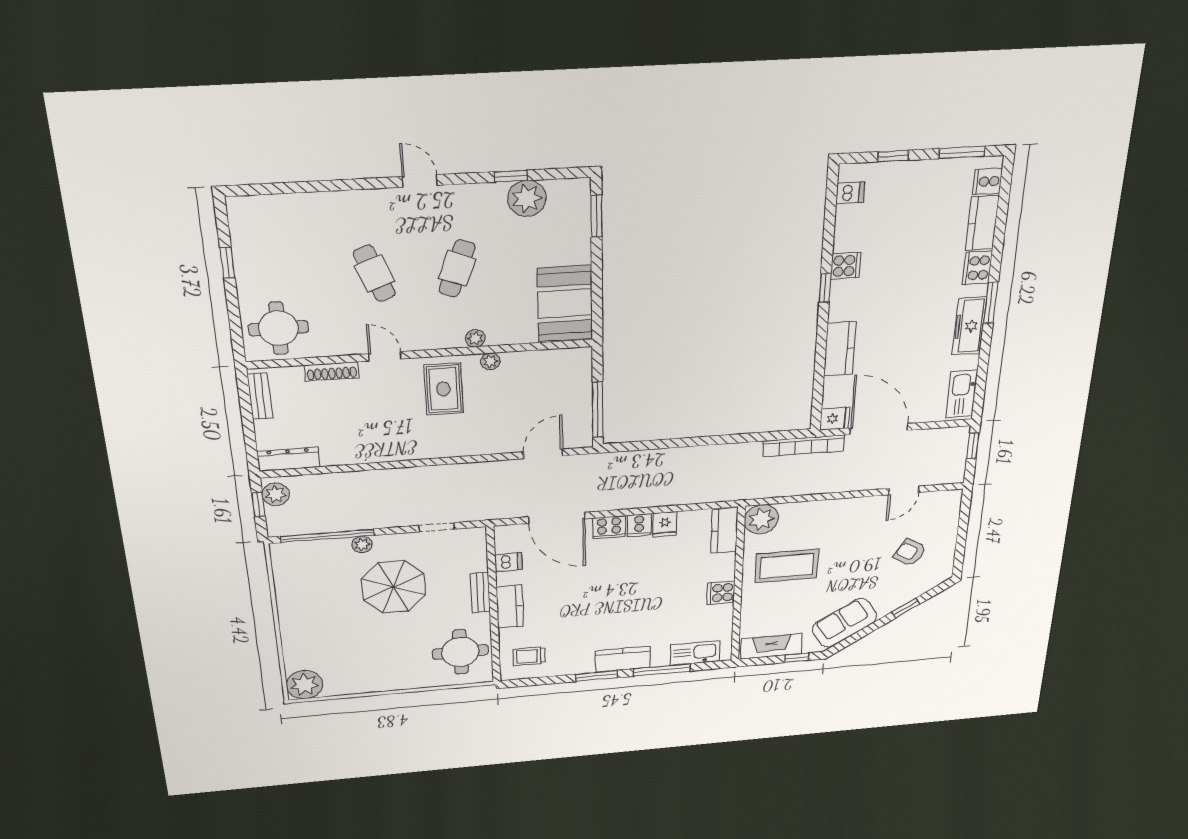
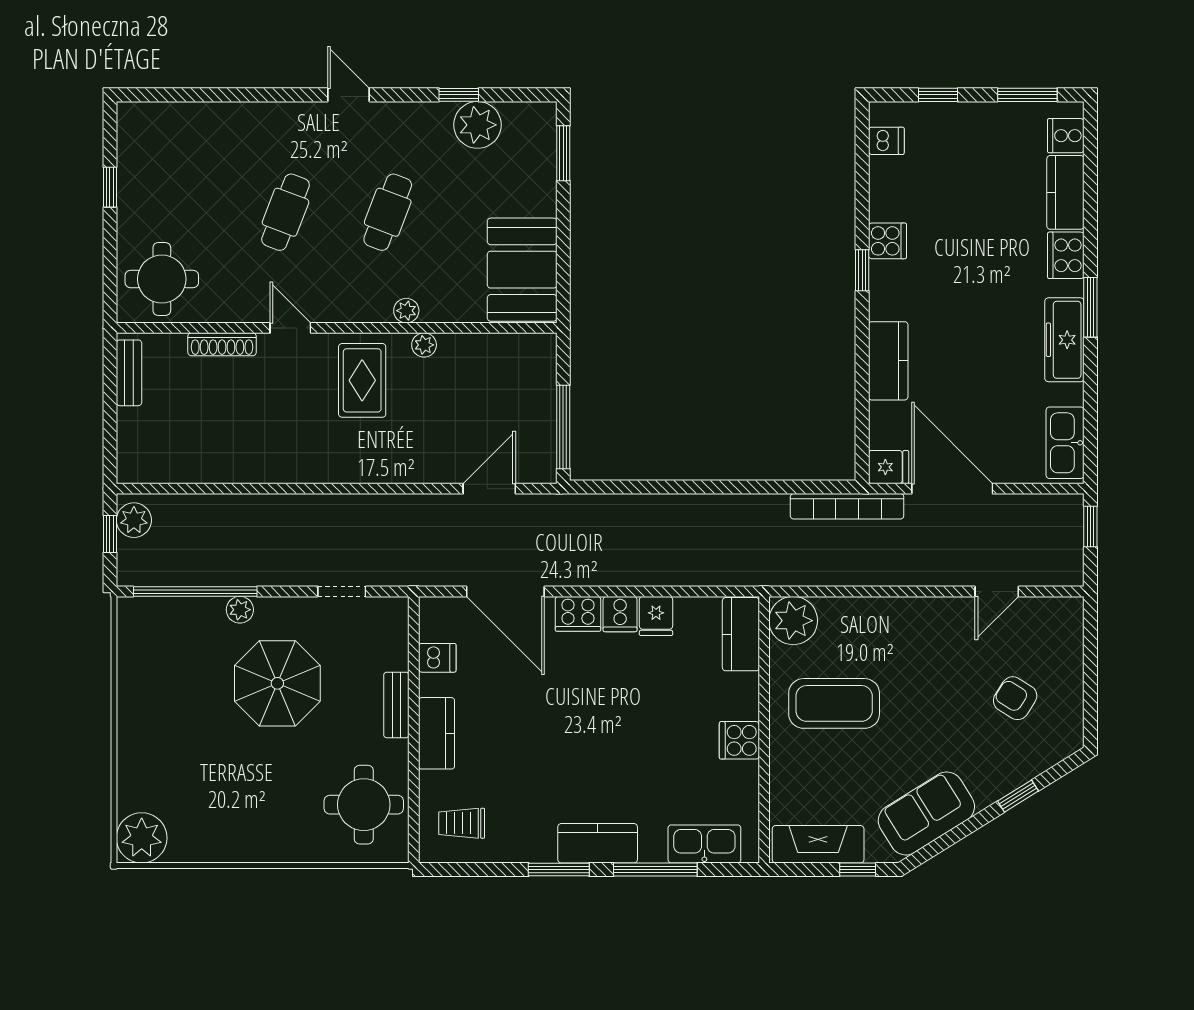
cafe table: (374, 273) -> (286, 212), turned 42
dresser: (288, 459) -> (156, 468), removed

